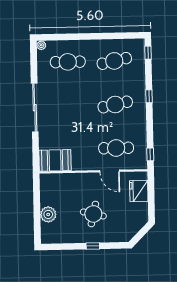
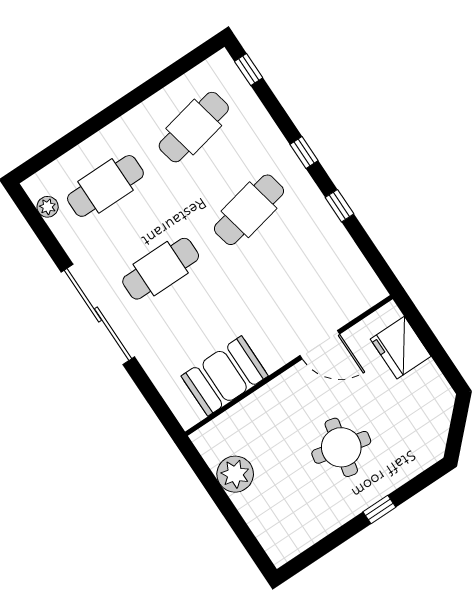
plant: (41, 45) -> (48, 207), moved
cafe table: (116, 148) -> (161, 269), moved
window: (150, 154) -> (339, 206), moved
booth: (55, 160) -> (225, 376), moved
plant: (48, 214) -> (235, 474), moved

